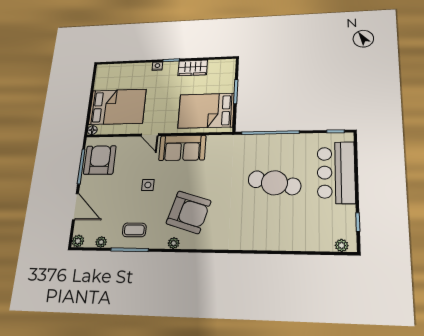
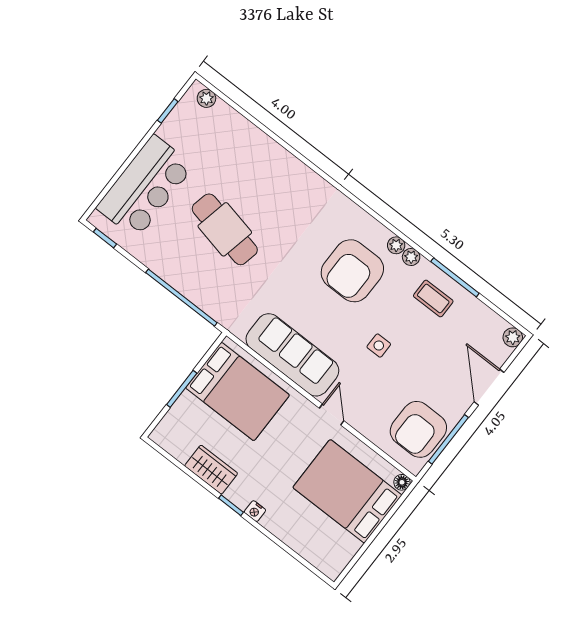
sofa: (182, 148) -> (292, 355), width x1.36
armchair: (189, 212) -> (352, 271), turned -107
plant: (101, 242) -> (411, 257), moved

